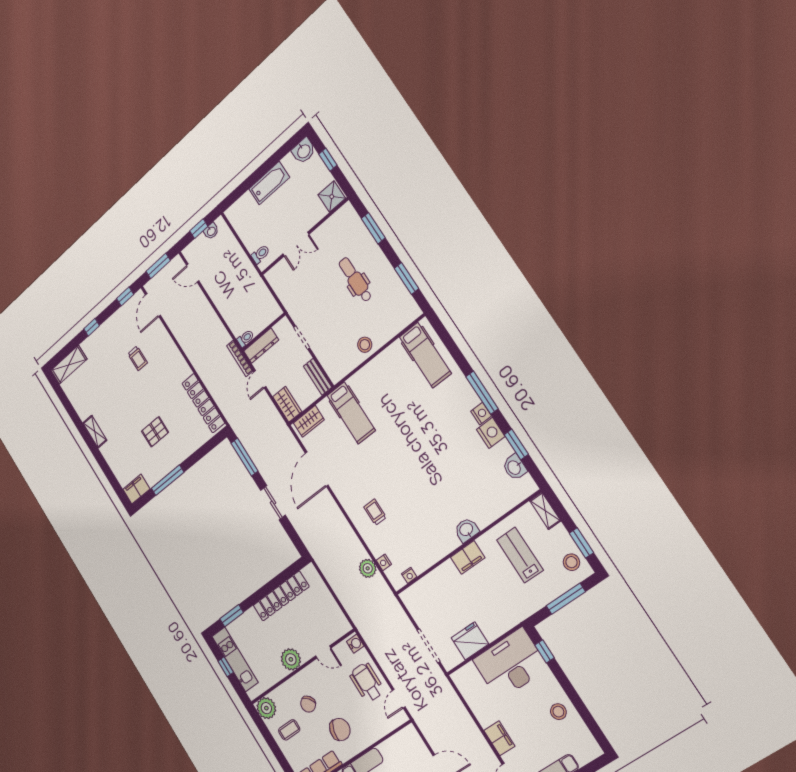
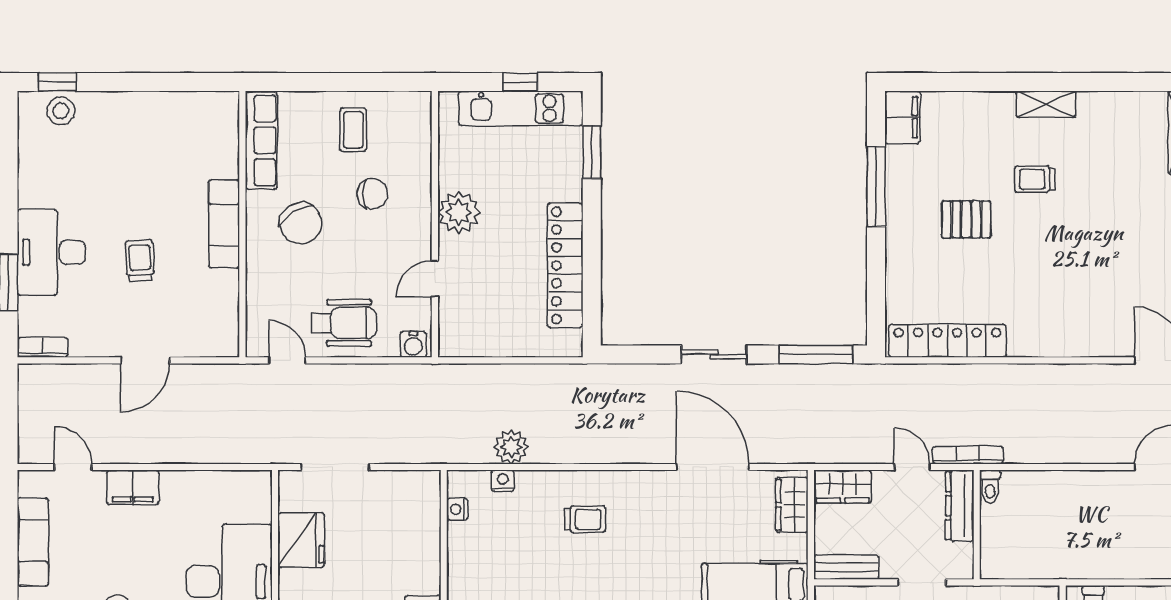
trolley: (138, 358) -> (1035, 179), moved
pallet: (155, 432) -> (966, 219), turned 90
chair: (308, 704) -> (372, 194), turned 132
plant: (266, 708) -> (411, 112), removed
chair: (340, 729) -> (301, 223), turned -49

